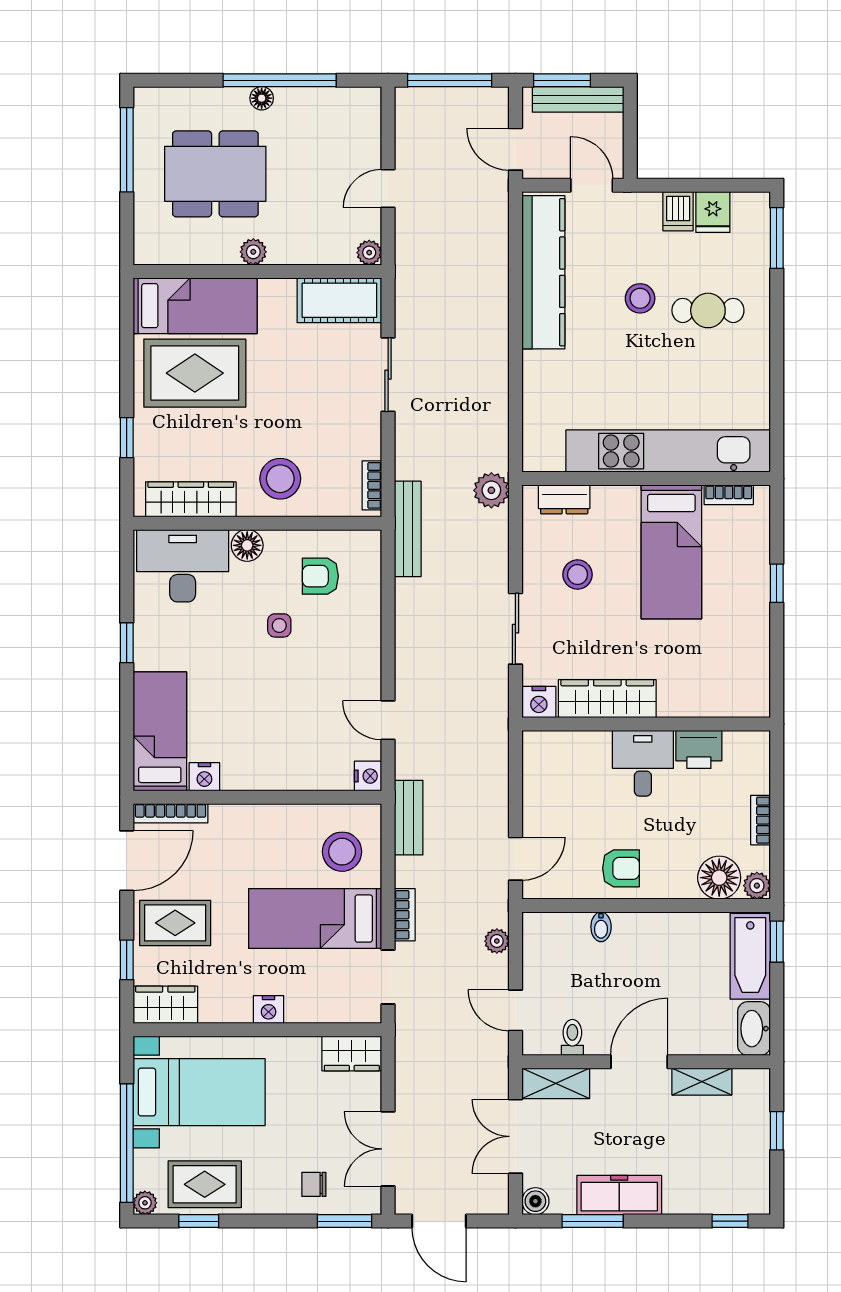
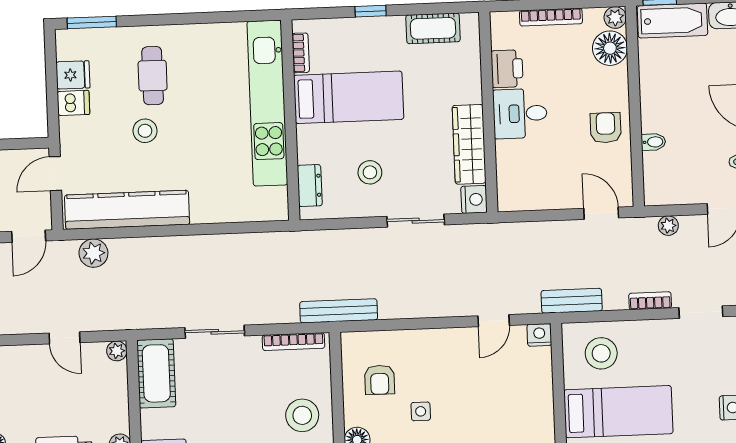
bookcase: (372, 485) -> (293, 342), width x1.56
plant: (491, 490) -> (93, 253), moved
cot: (753, 660) -> (433, 28), added
bookcase: (761, 820) -> (551, 17), width x1.56
bed: (315, 919) -> (618, 412), moved, turned -90

